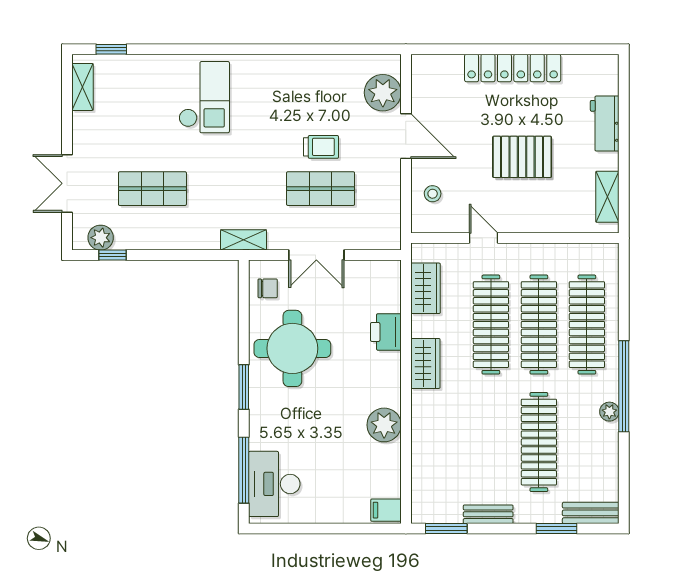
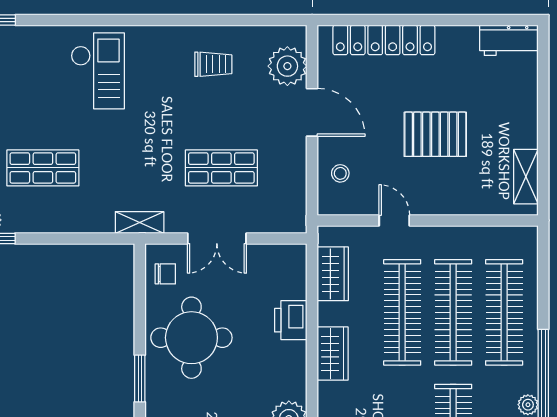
locker: (513, 68) -> (384, 40), moved
workbench: (605, 123) -> (509, 40), moved, turned -90
trolley: (321, 147) -> (213, 64), moved

